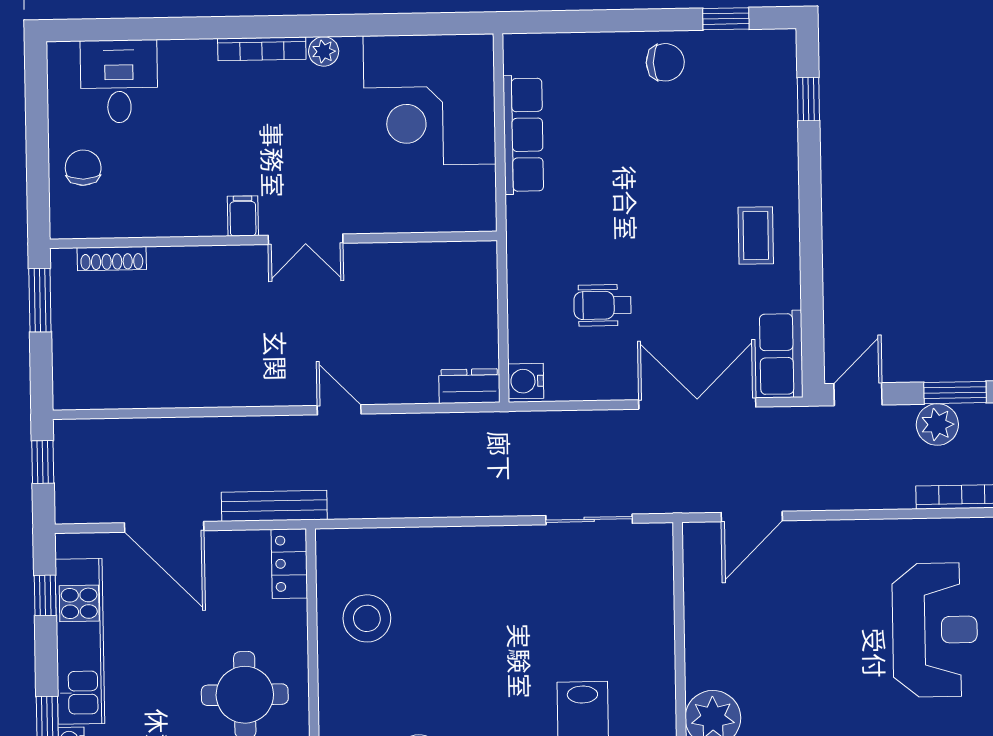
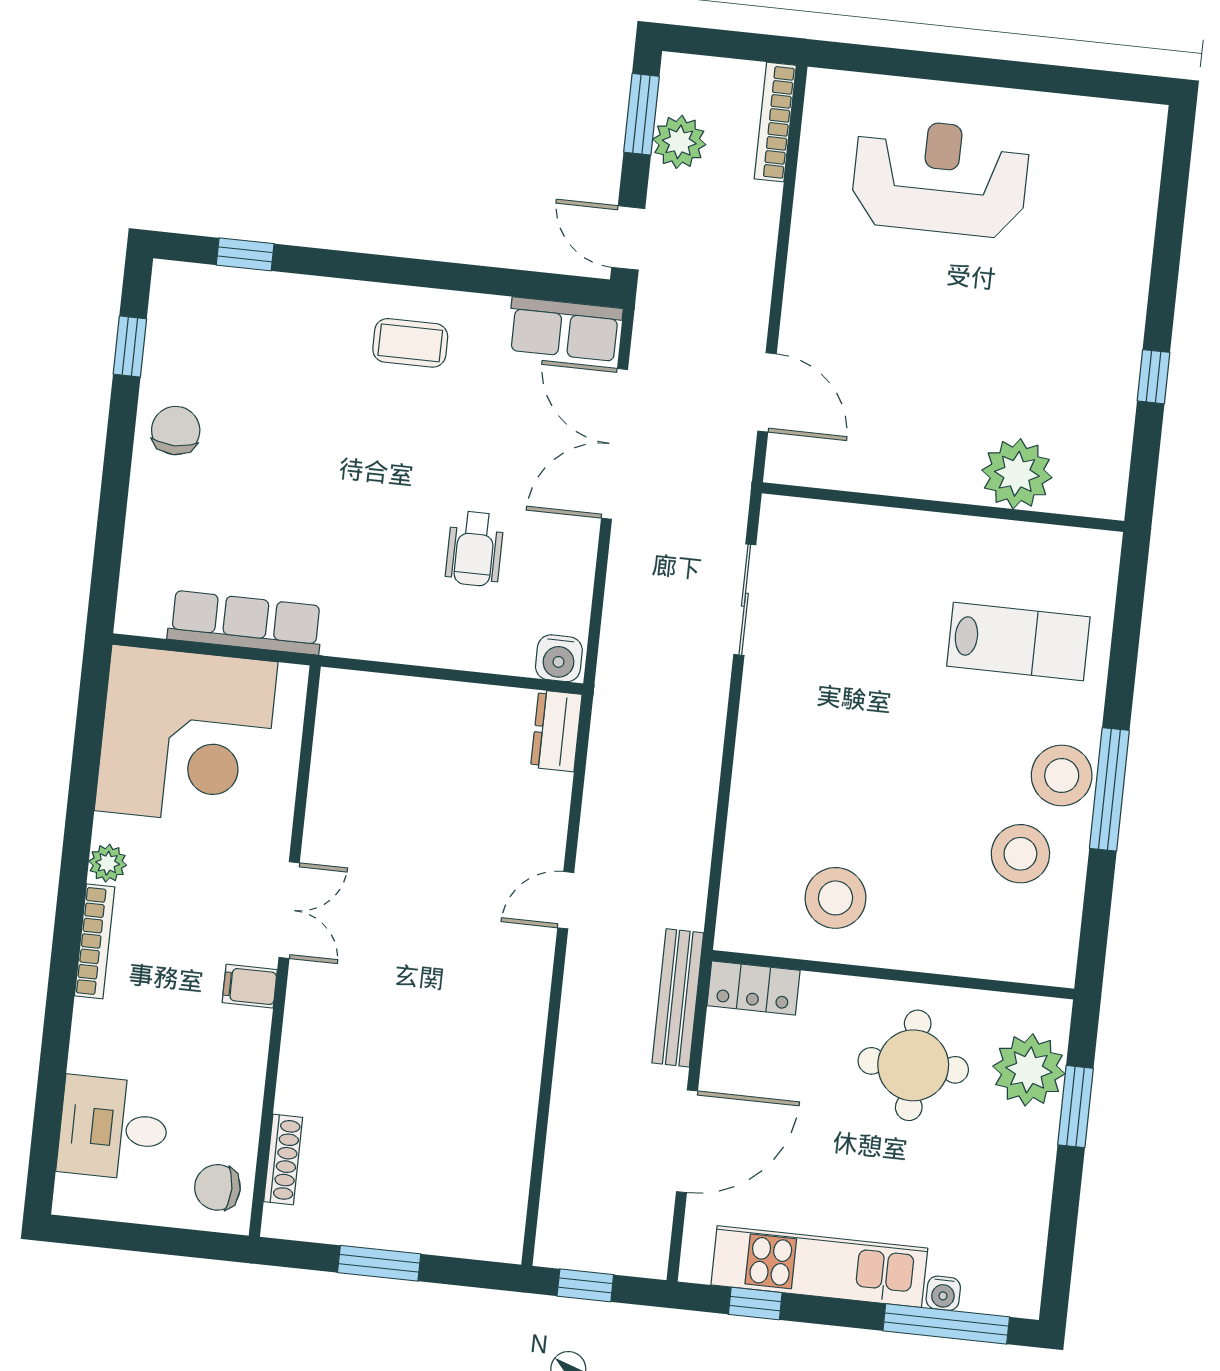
filing cabinet: (243, 216) -> (250, 986), moved
double door: (306, 239) -> (289, 910), moved
wall: (273, 240) -> (285, 951), moved
shoe rack: (112, 259) -> (283, 1160), moved

